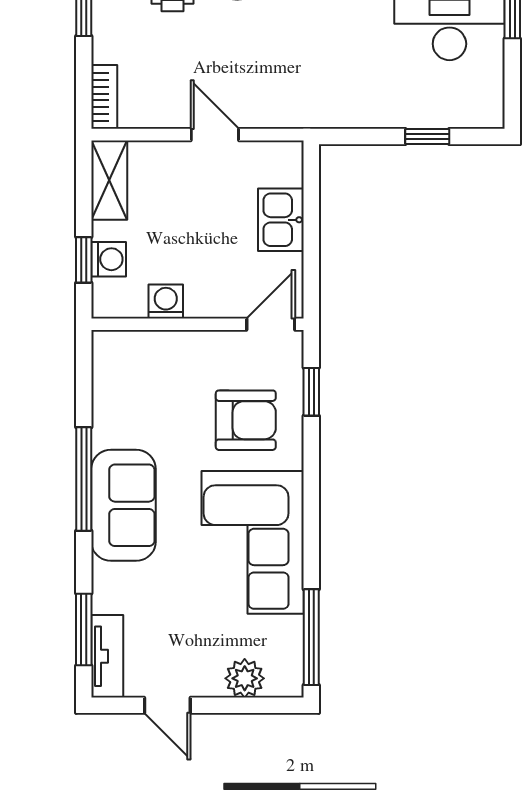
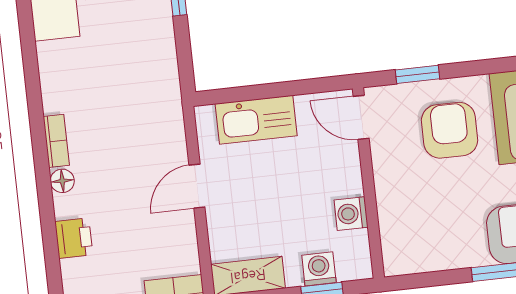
kitchen sink: (281, 220) -> (256, 120), width x1.38

